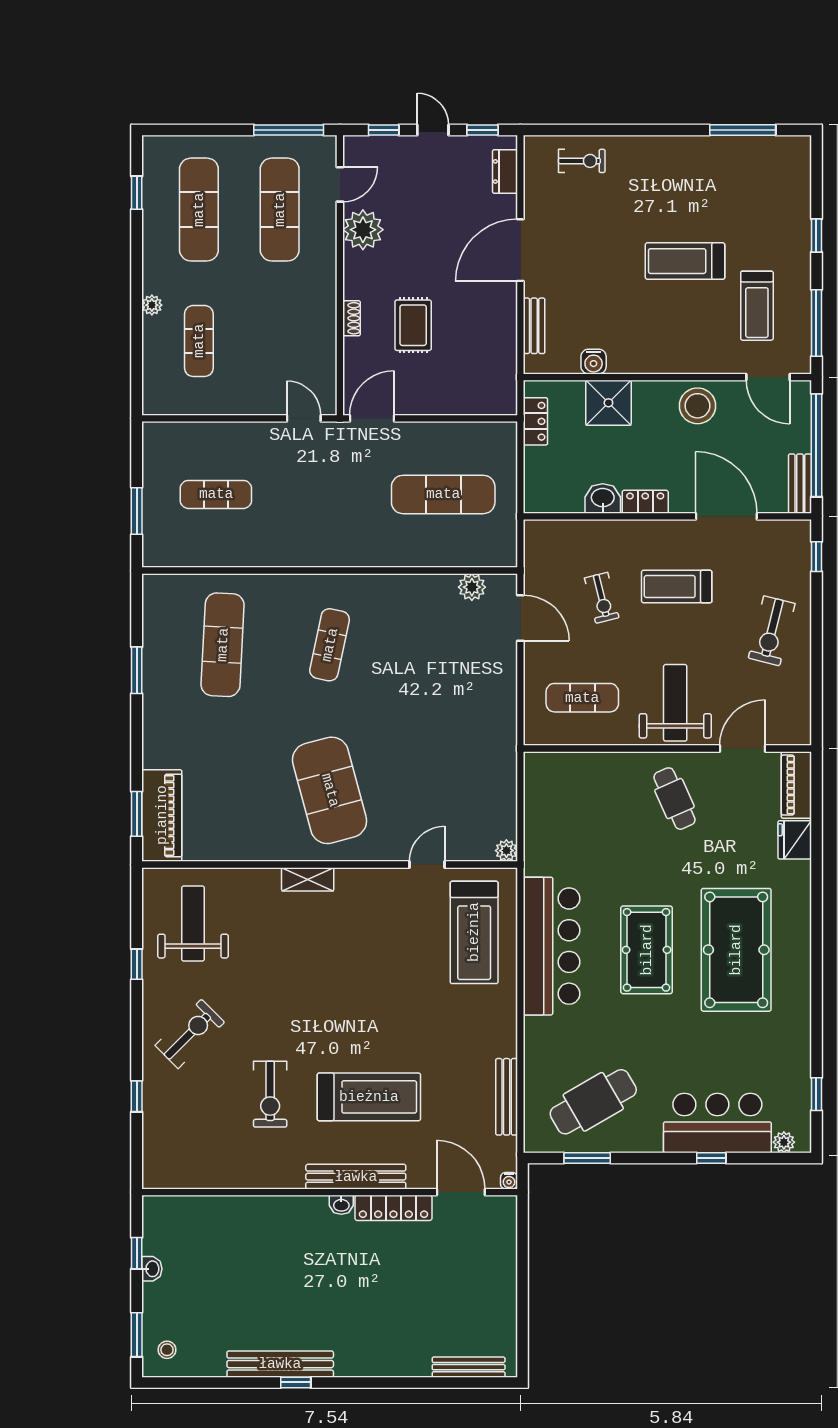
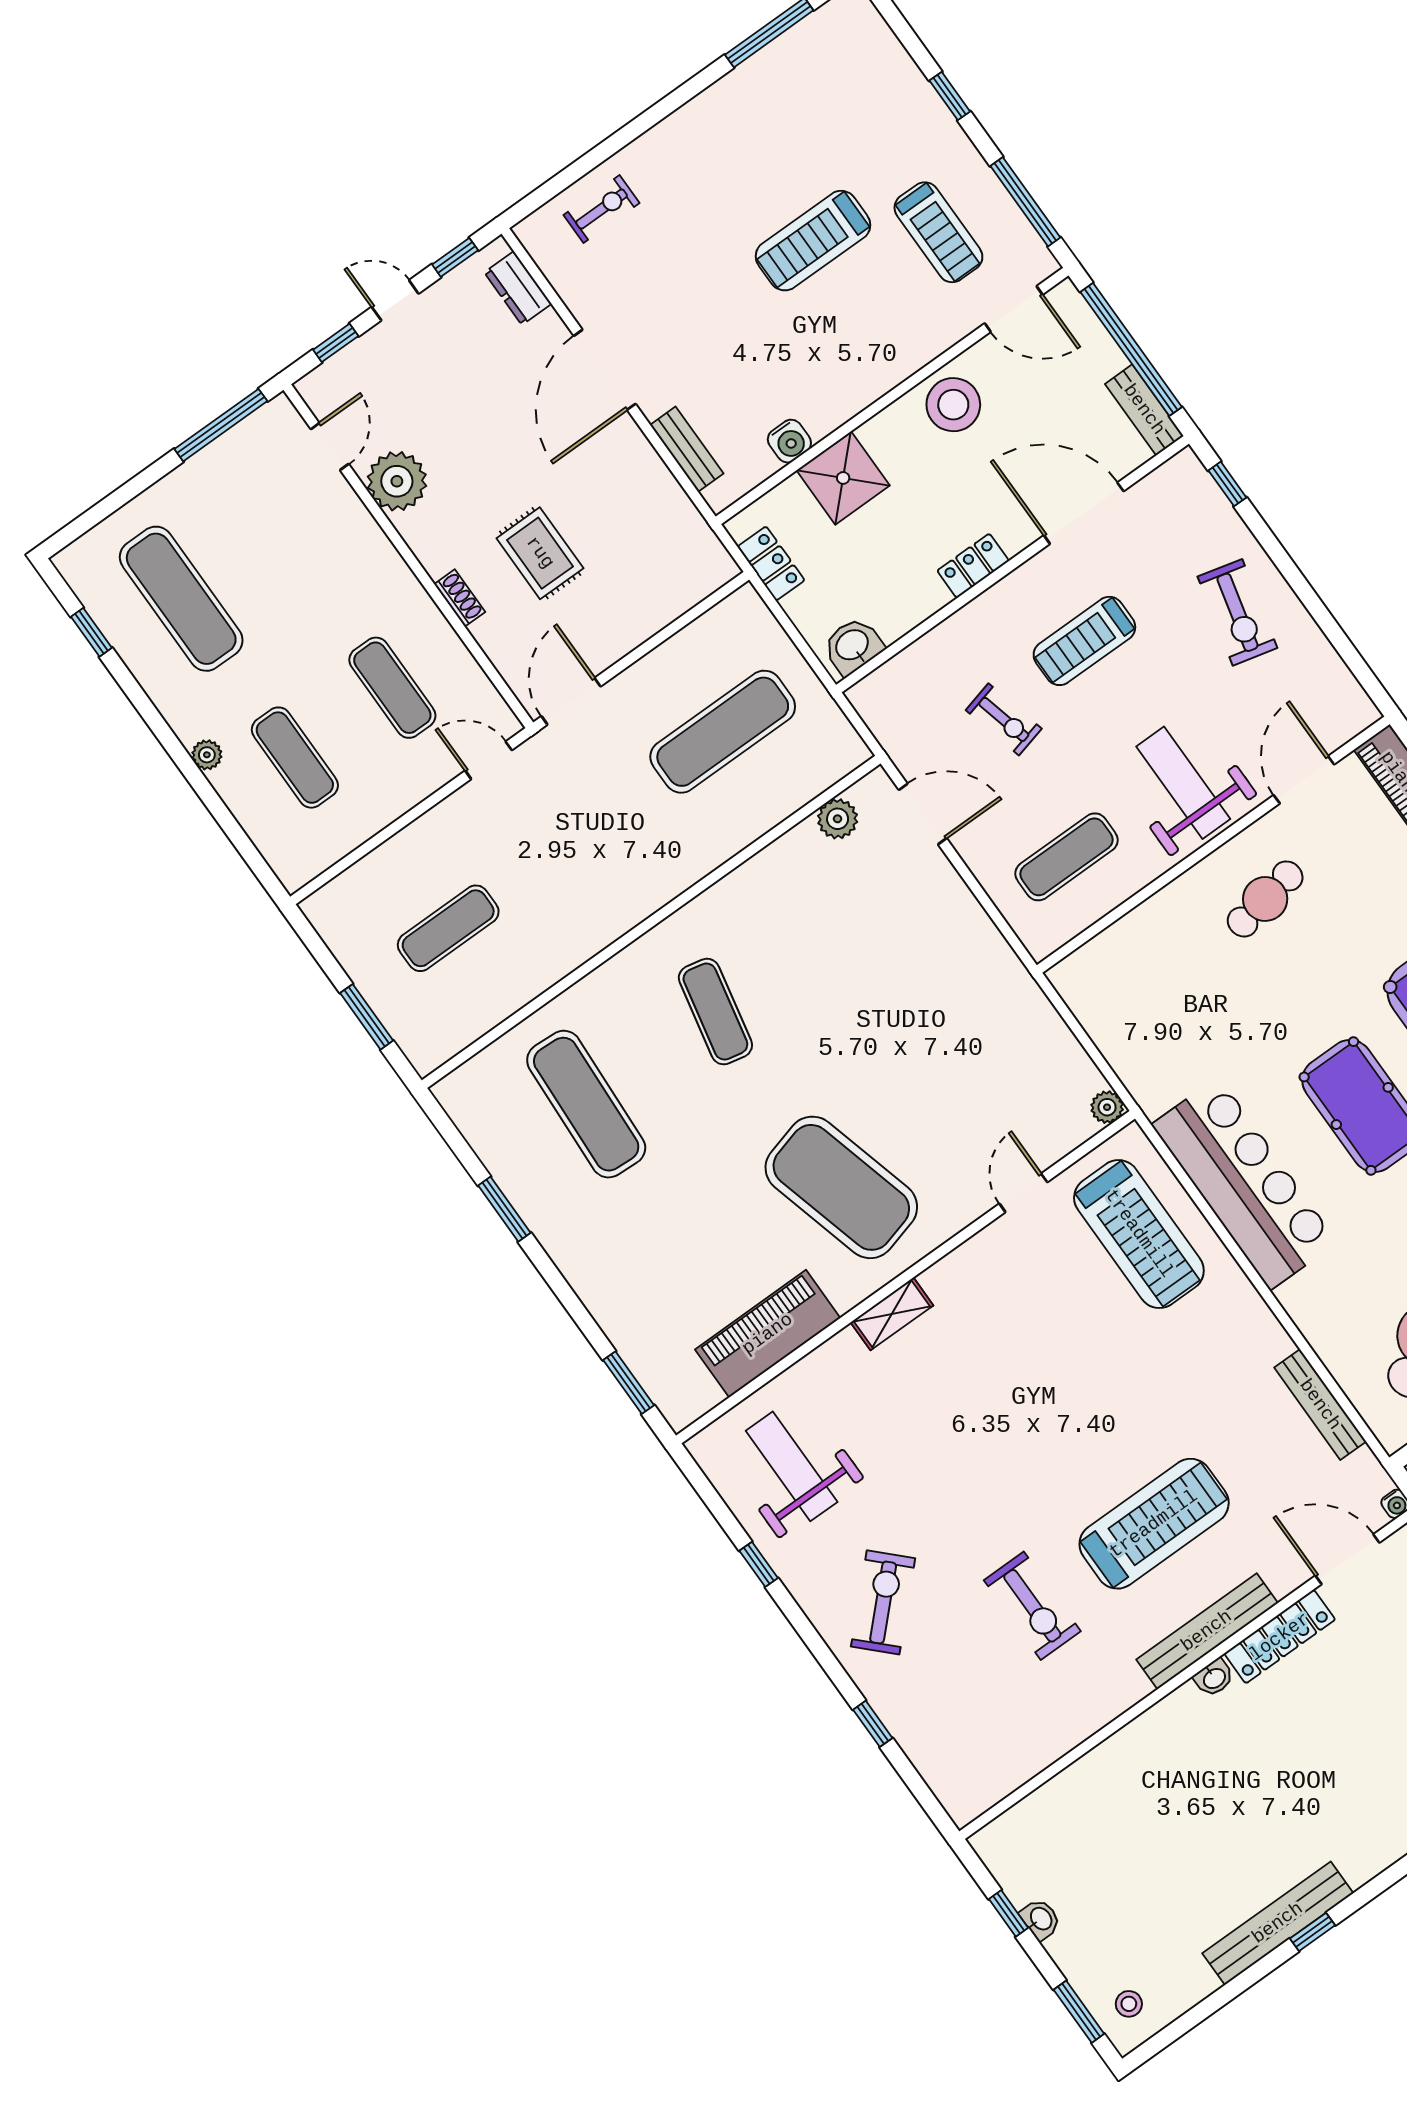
exercise mat: (280, 210) -> (392, 688), moved, width x0.73, depth x0.69
washbasin: (603, 498) -> (853, 646), moved
cafe table: (674, 799) -> (1265, 899), turned -76
piano: (162, 815) -> (768, 1334), moved, turned -90

